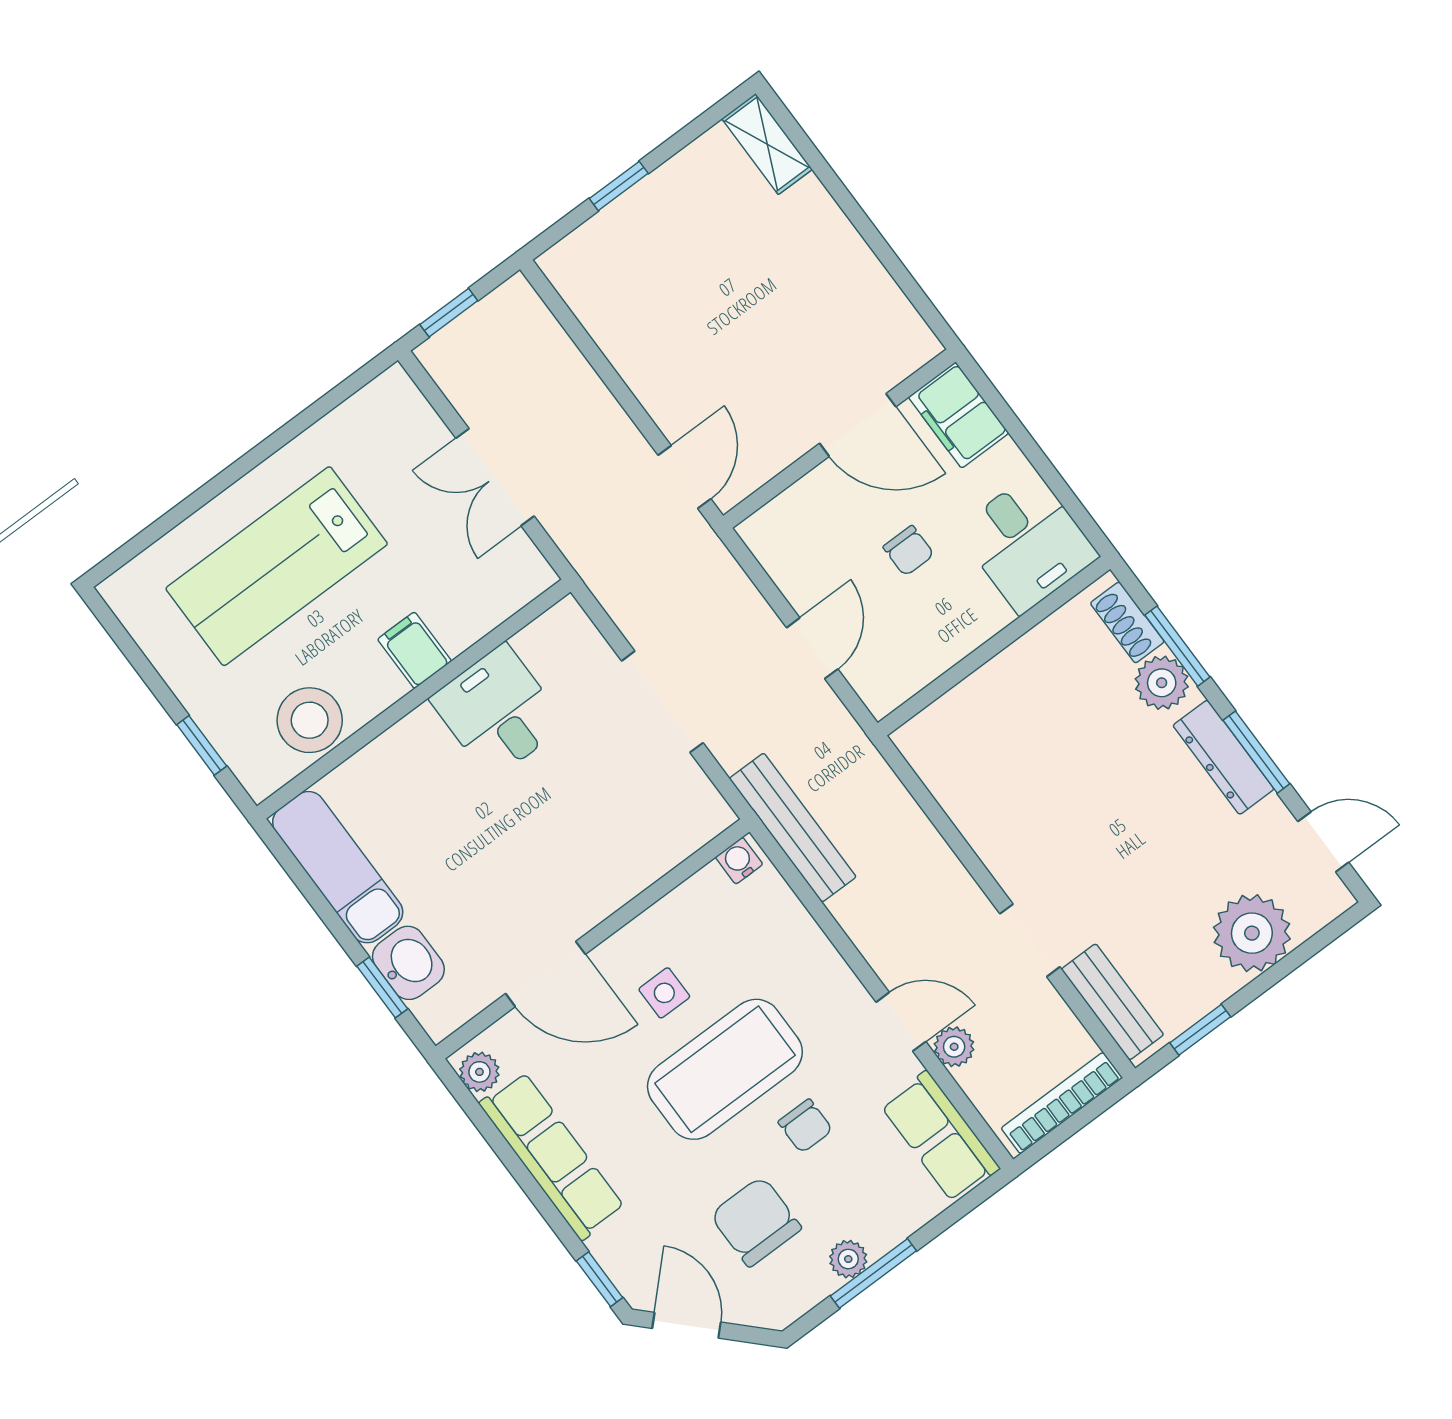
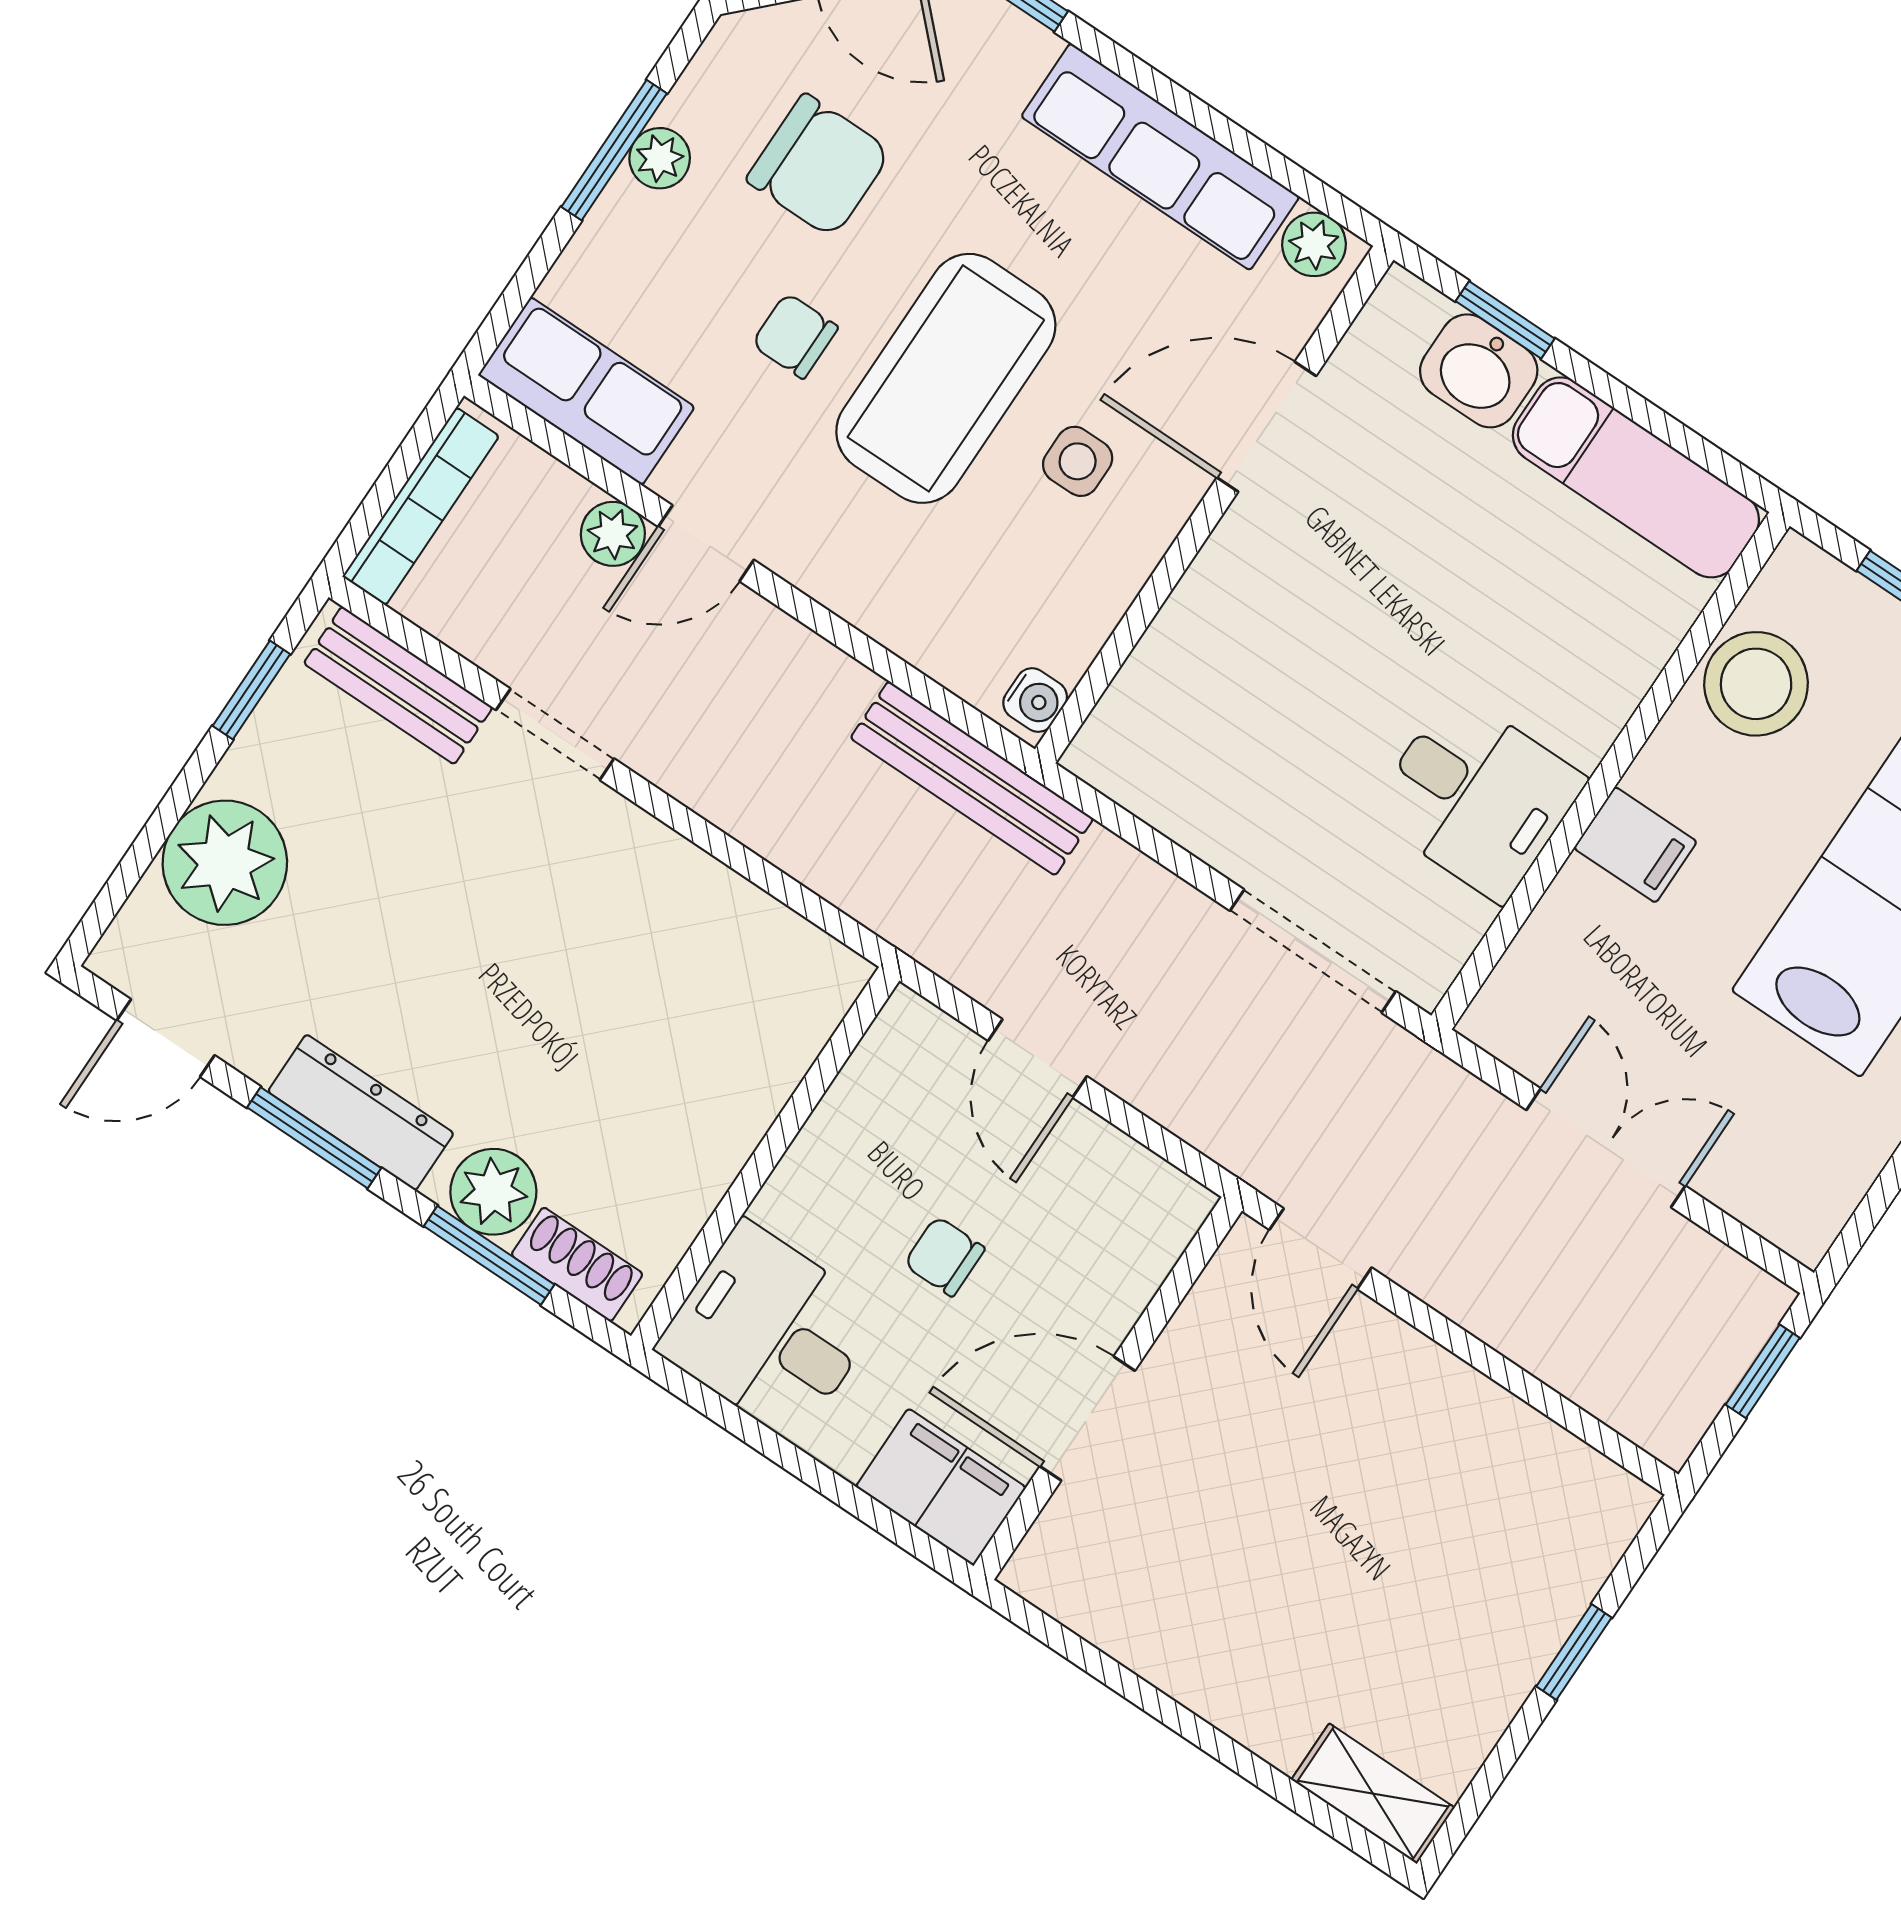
doorway: (662, 702) -> (1313, 951), moved

